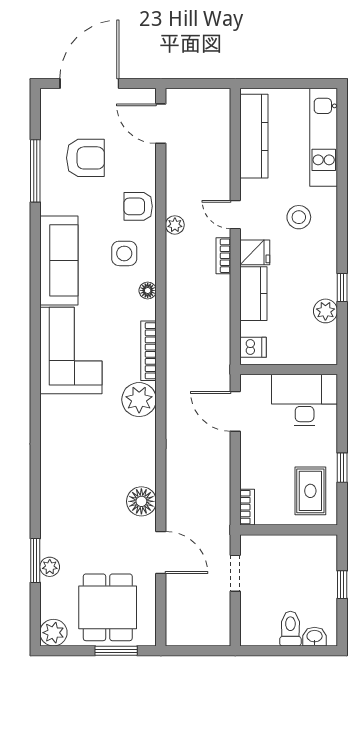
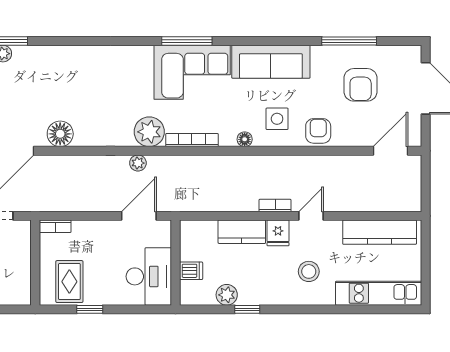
plant: (175, 225) -> (138, 163), moved
dishwasher: (253, 347) -> (191, 271), moved, turned -90
window: (35, 357) -> (187, 41), added
rug: (310, 491) -> (69, 282), turned 90

